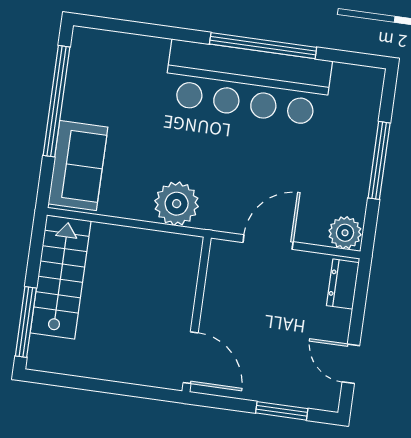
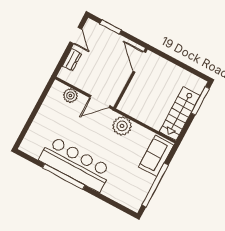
window: (379, 160) -> (34, 113), removed
plant: (345, 233) -> (70, 95), moved
door: (268, 242) -> (100, 102), moved
dresser: (343, 284) -> (72, 60), moved

